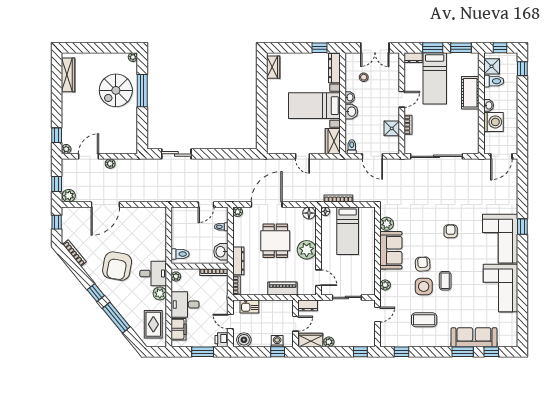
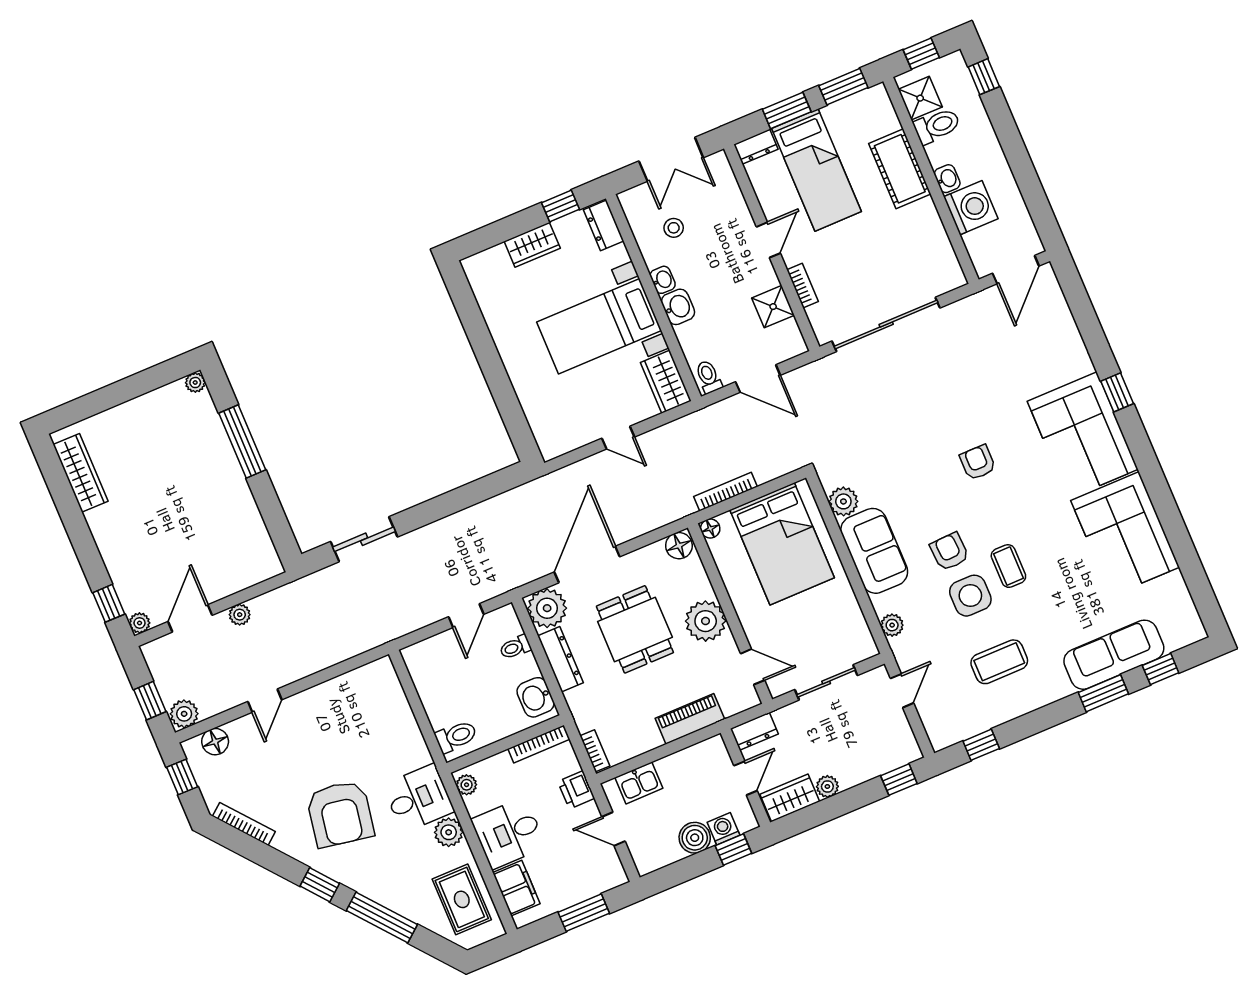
wardrobe: (273, 67) -> (532, 245), moved, turned 90
dresser: (334, 68) -> (604, 225), width x0.70
spiral stairs: (116, 90) -> (189, 463), removed
door: (105, 205) -> (265, 701), width x0.53
plant: (238, 212) -> (547, 608), width x1.88, depth x1.88
floor lamp: (77, 213) -> (215, 742), added
bed: (348, 231) -> (782, 544), width x1.50
dresser: (238, 261) -> (560, 659), moved
printer: (222, 340) -> (576, 790), moved
boiler: (244, 340) -> (695, 838), moved

